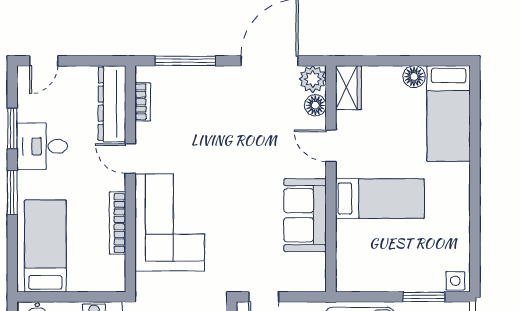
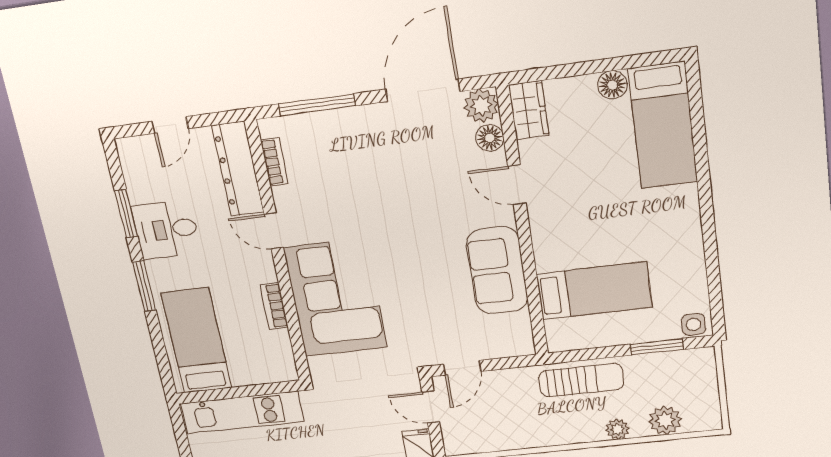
door: (44, 61) -> (170, 125), moved
bed: (380, 199) -> (594, 291), moved
bookcase: (118, 223) -> (274, 306), width x0.64

